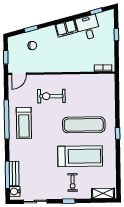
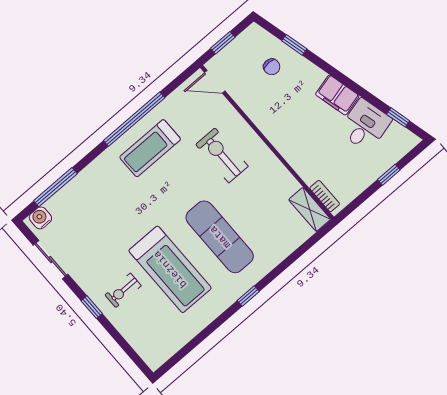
bench: (14, 173) -> (66, 195), removed
shelving: (103, 193) -> (310, 209), moved

